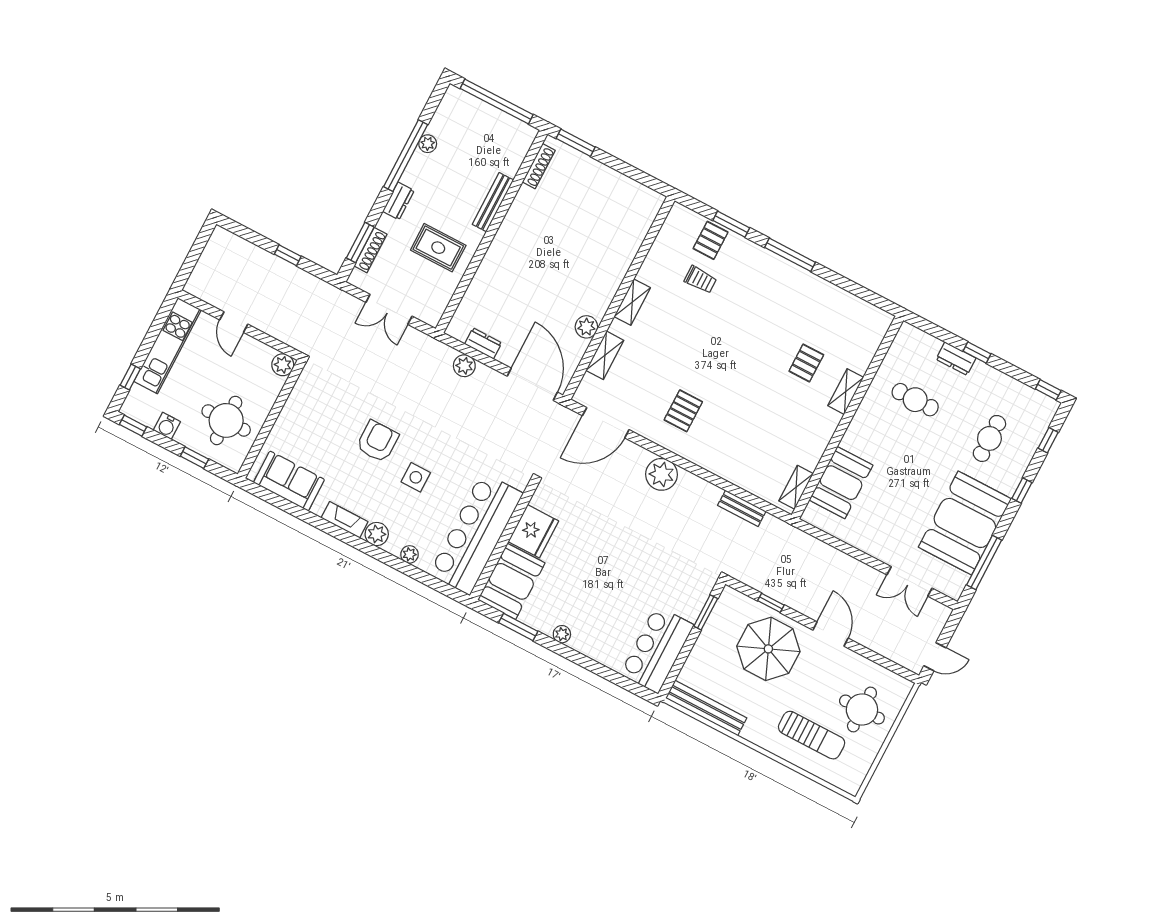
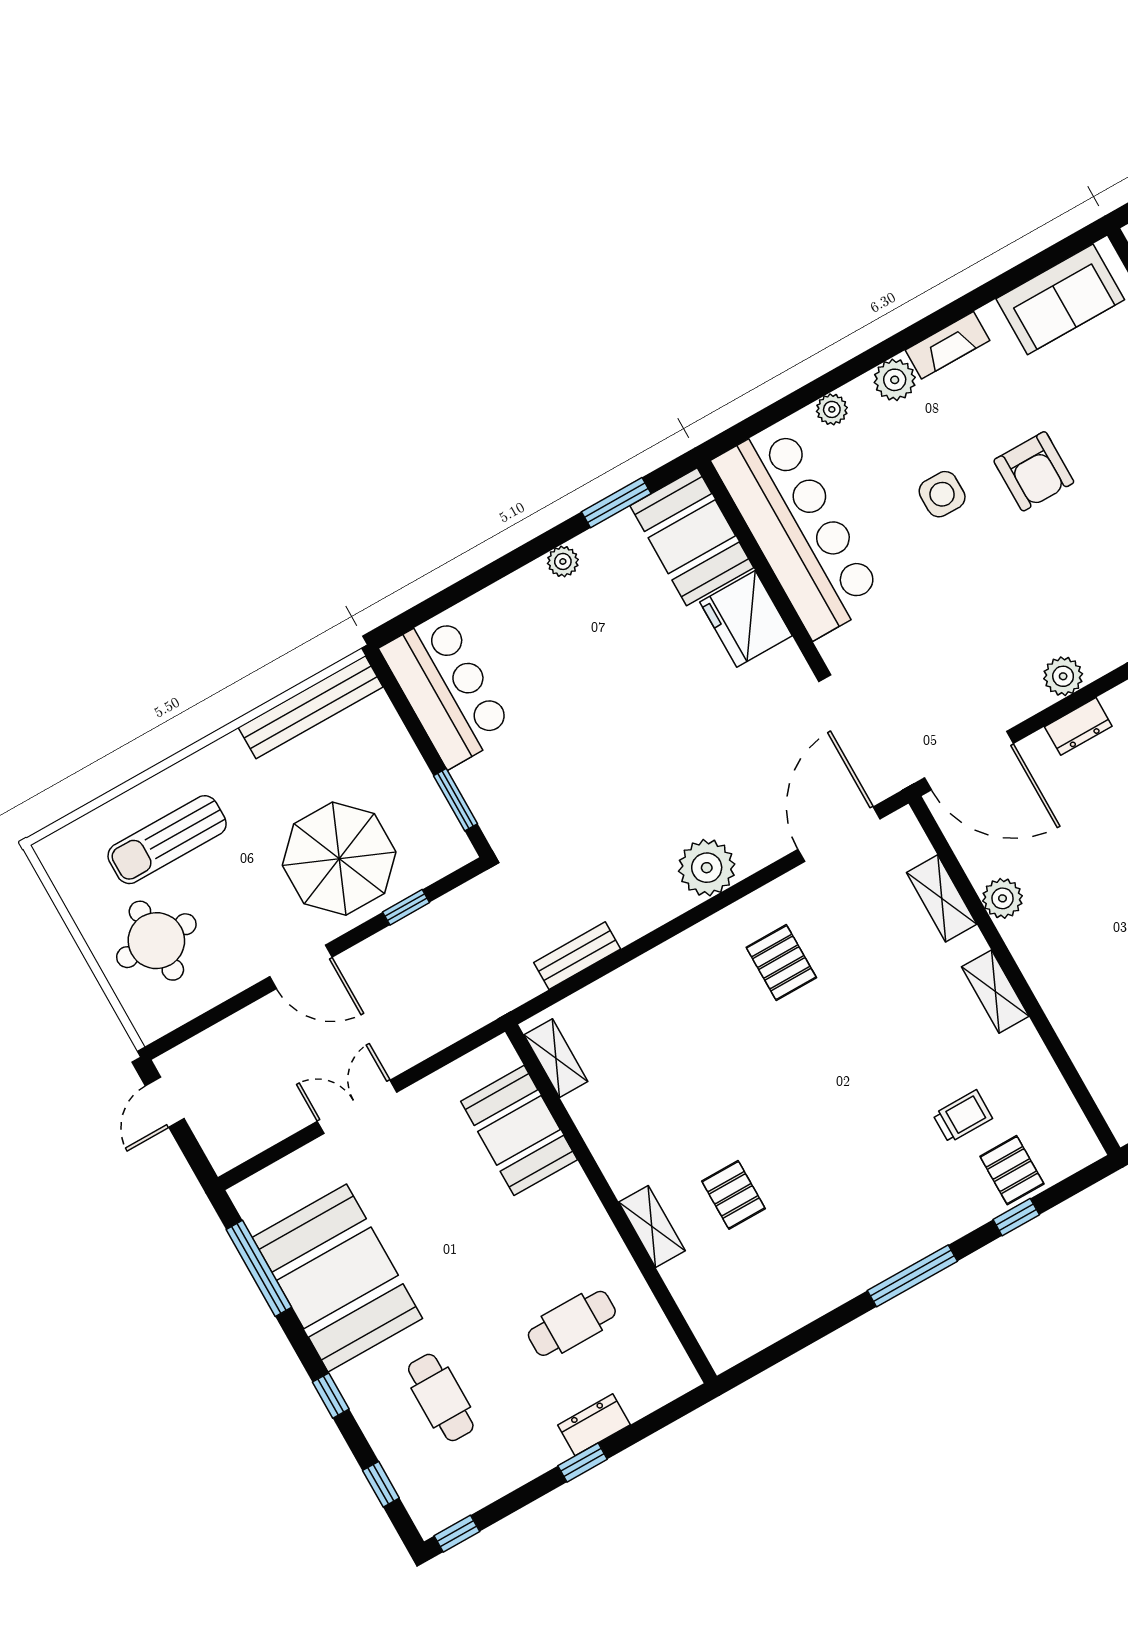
window: (731, 224) -> (1016, 1217), width x0.67
trolley: (700, 280) -> (963, 1116), turned 180
double door: (910, 581) -> (357, 1107), moved

